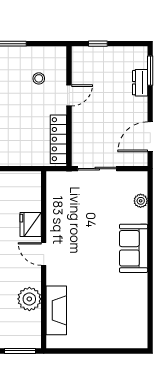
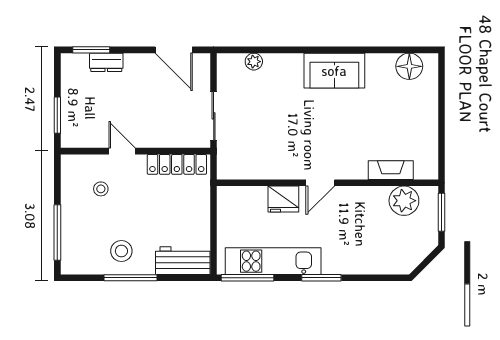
window: (98, 44) -> (57, 115), width x1.50
sofa: (134, 248) -> (334, 71), moved
plant: (29, 299) -> (404, 201), moved
fireplace: (56, 310) -> (391, 170), width x0.73, depth x0.76
floor lamp: (137, 325) -> (409, 66), added

